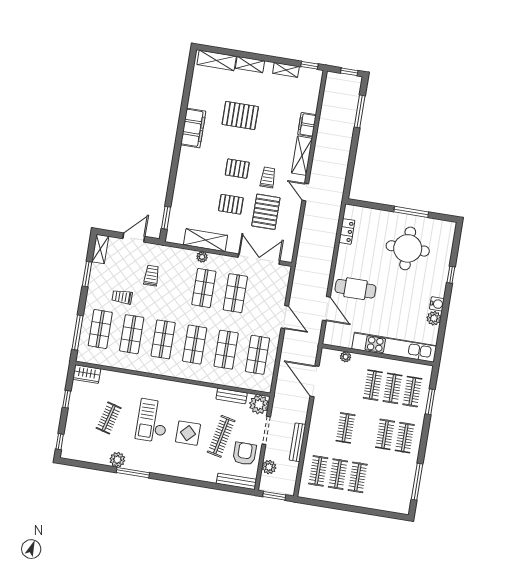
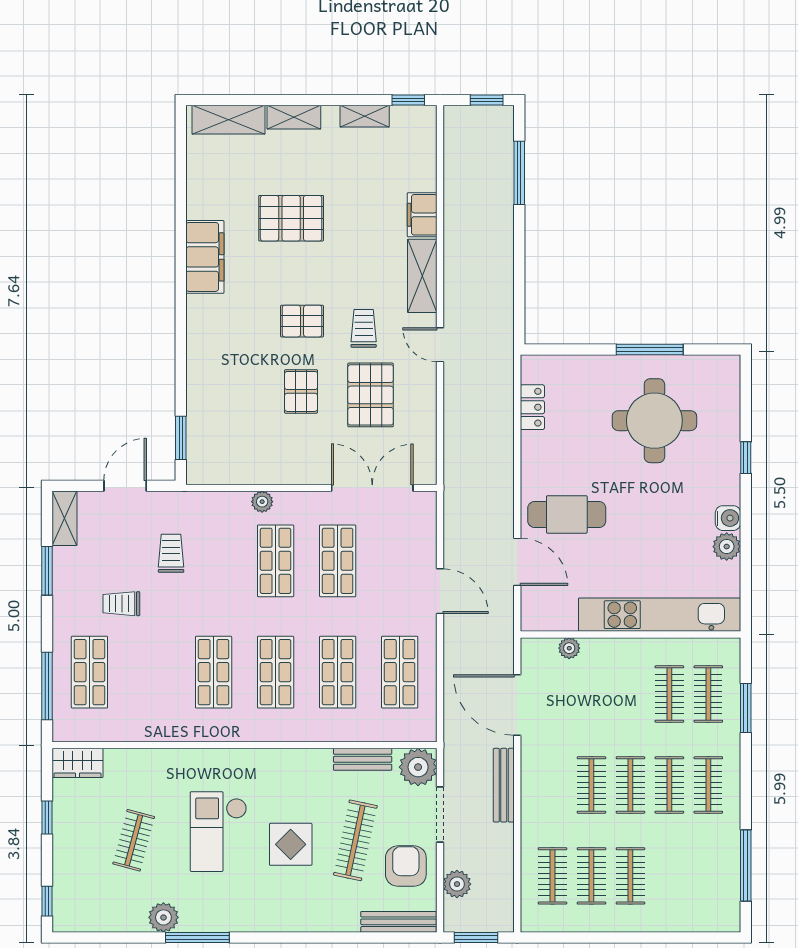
pallet: (231, 204) -> (301, 391), turned 90
shelving: (205, 240) -> (264, 468), removed
shop shelf: (132, 334) -> (151, 672), removed
clothes rail: (373, 385) -> (630, 785), moved
bench: (297, 442) -> (504, 785), moved

